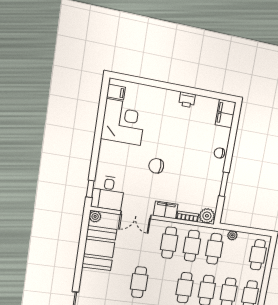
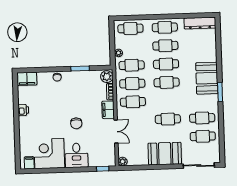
desk: (108, 193) -> (76, 155), moved, turned 90
booth: (99, 248) -> (165, 154), moved

